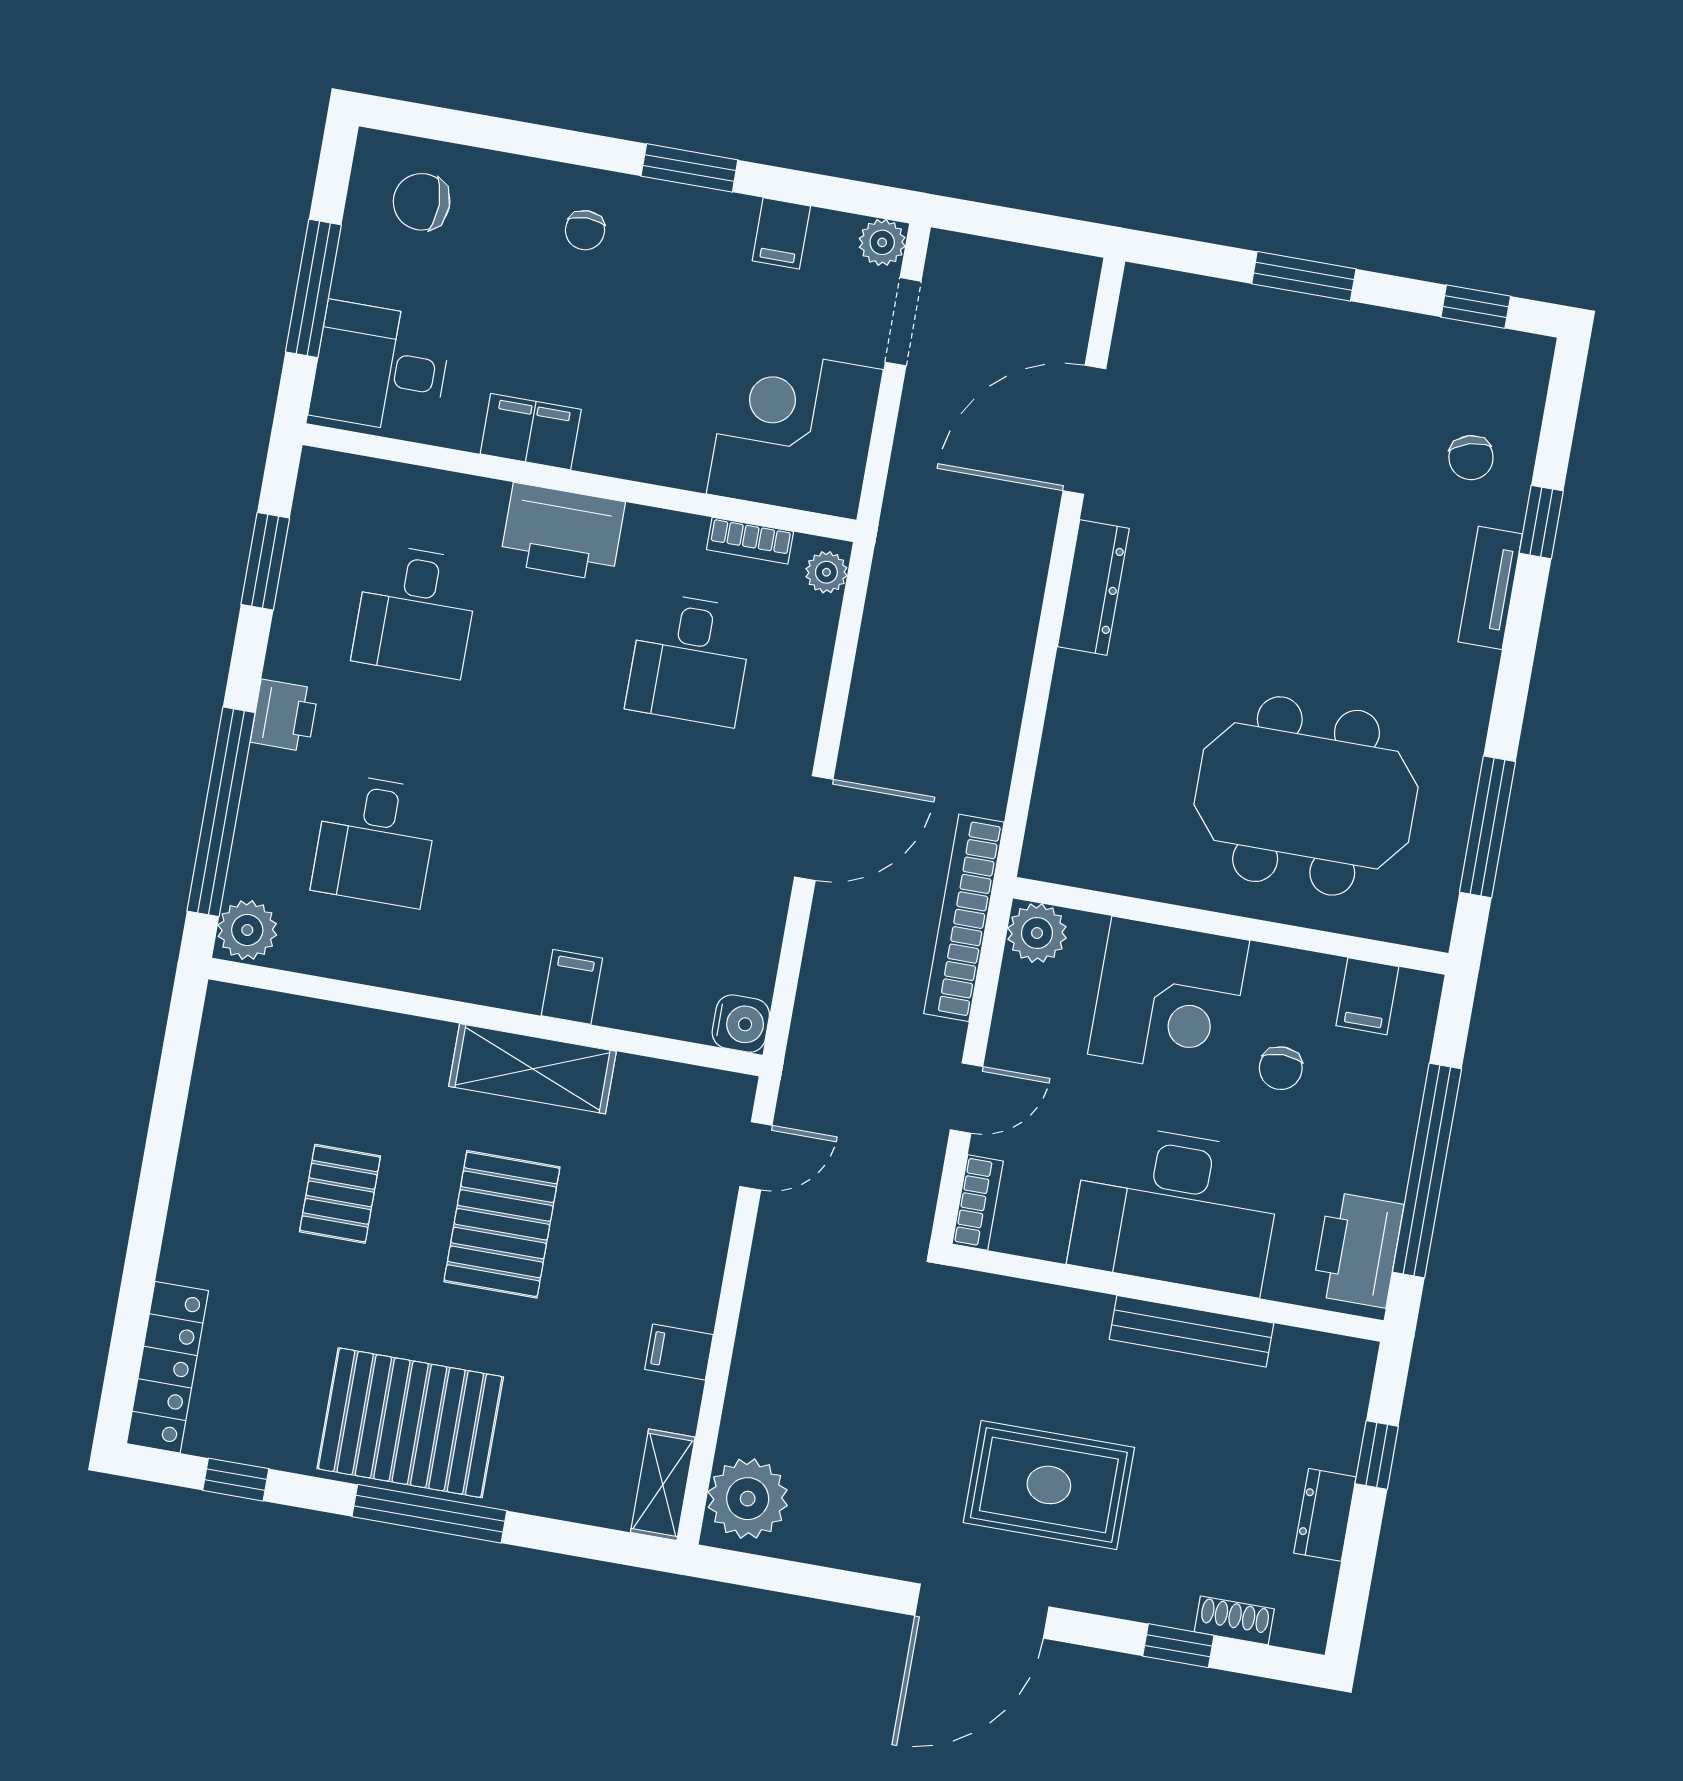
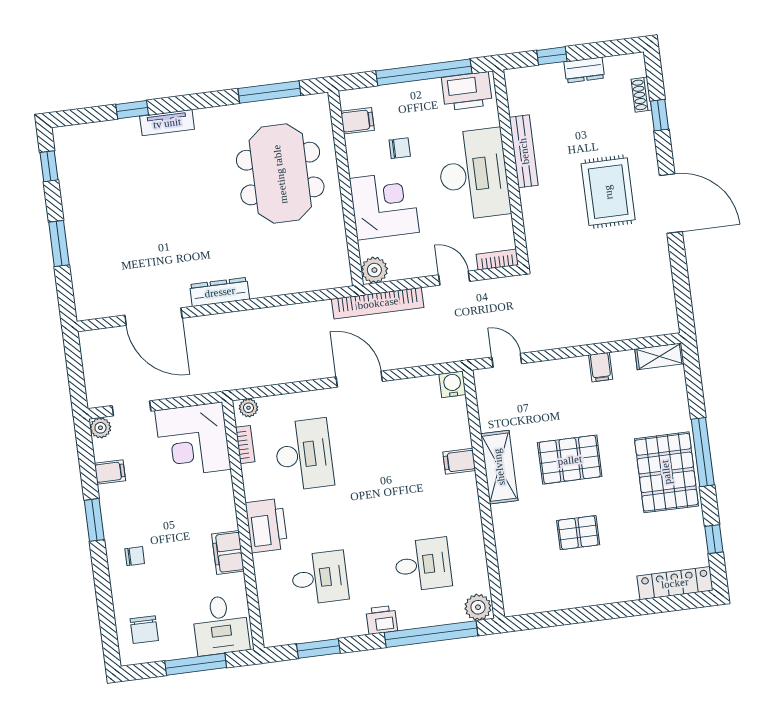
chair: (1471, 458) -> (114, 148), removed
desk: (690, 659) -> (304, 454), width x1.37
plant: (748, 1499) -> (654, 318), removed

